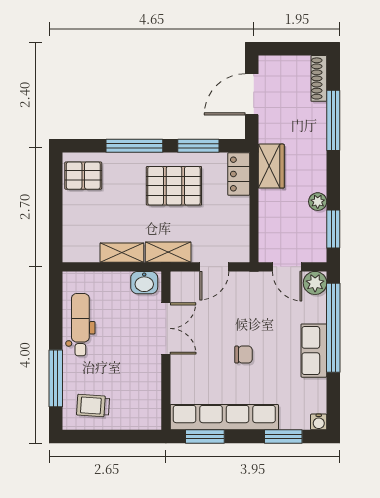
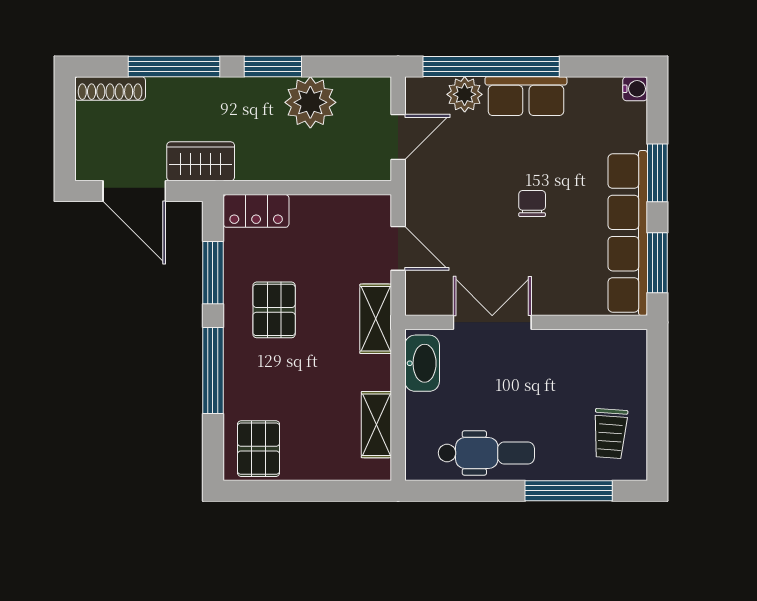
wardrobe: (271, 166) -> (201, 161), moved
pallet: (174, 186) -> (274, 310), width x0.67, depth x0.71
plant: (318, 202) -> (310, 102), width x1.87, depth x1.87
window: (333, 229) -> (273, 66), moved
shelving: (122, 253) -> (376, 425), moved
washbasin: (144, 283) -> (422, 363), width x1.38
plant: (315, 283) -> (465, 94), moved
dental chair: (80, 325) -> (486, 453), turned 180
window: (283, 437) -> (657, 173), moved

